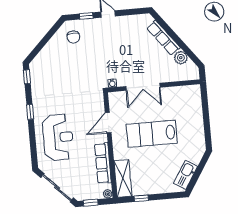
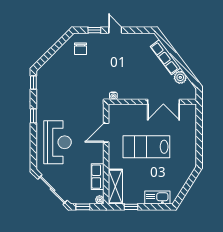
double door: (143, 87) -> (163, 102), moved
row of seats: (103, 163) -> (98, 177), width x0.68
kitchen sink: (186, 175) -> (157, 197), moved, turned 58

